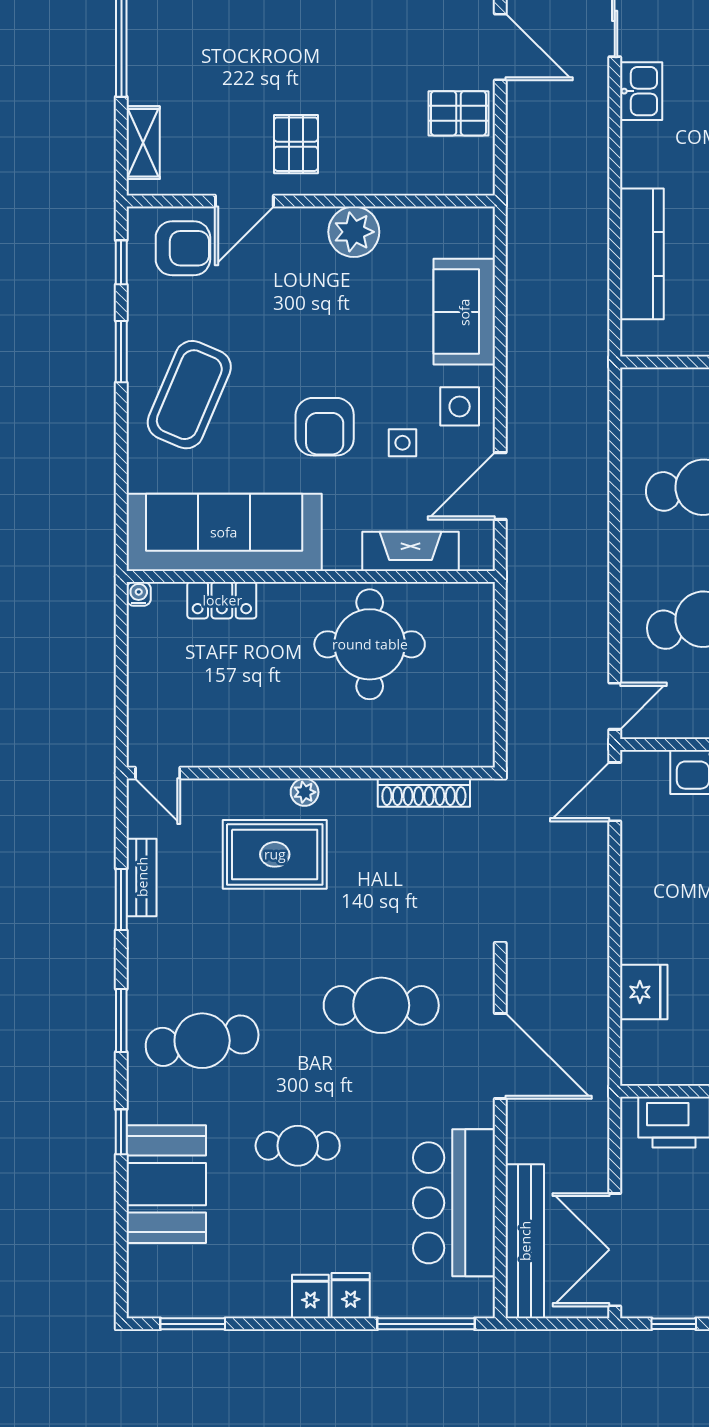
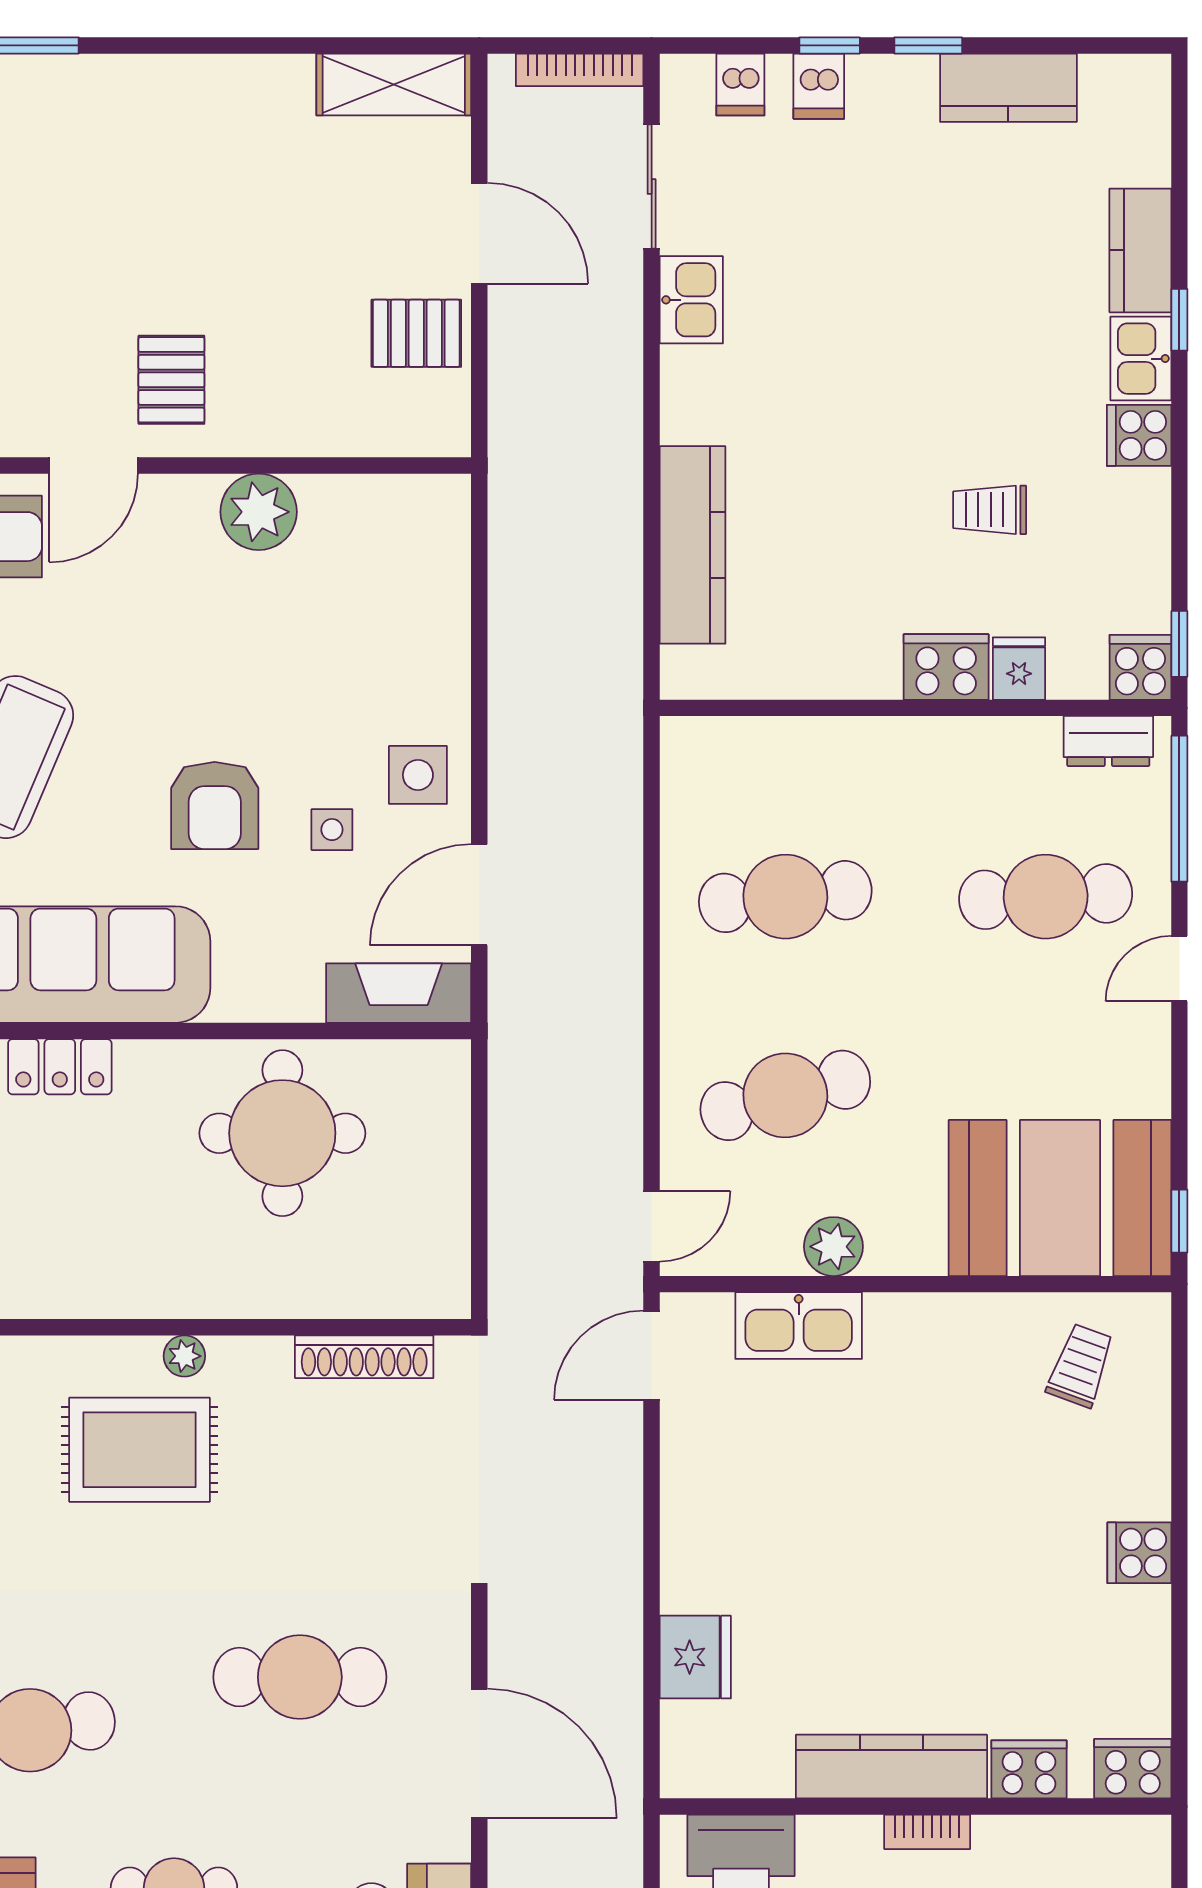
sofa: (464, 312) -> (425, 632), removed
fireplace: (411, 551) -> (399, 993), moved

